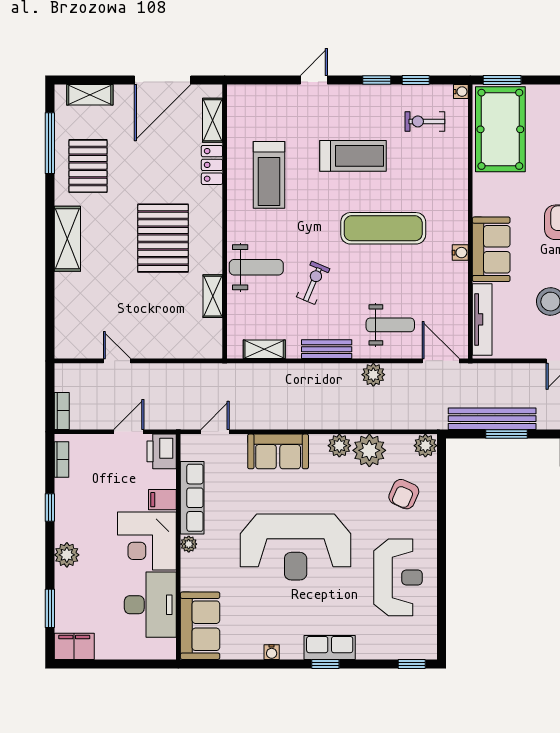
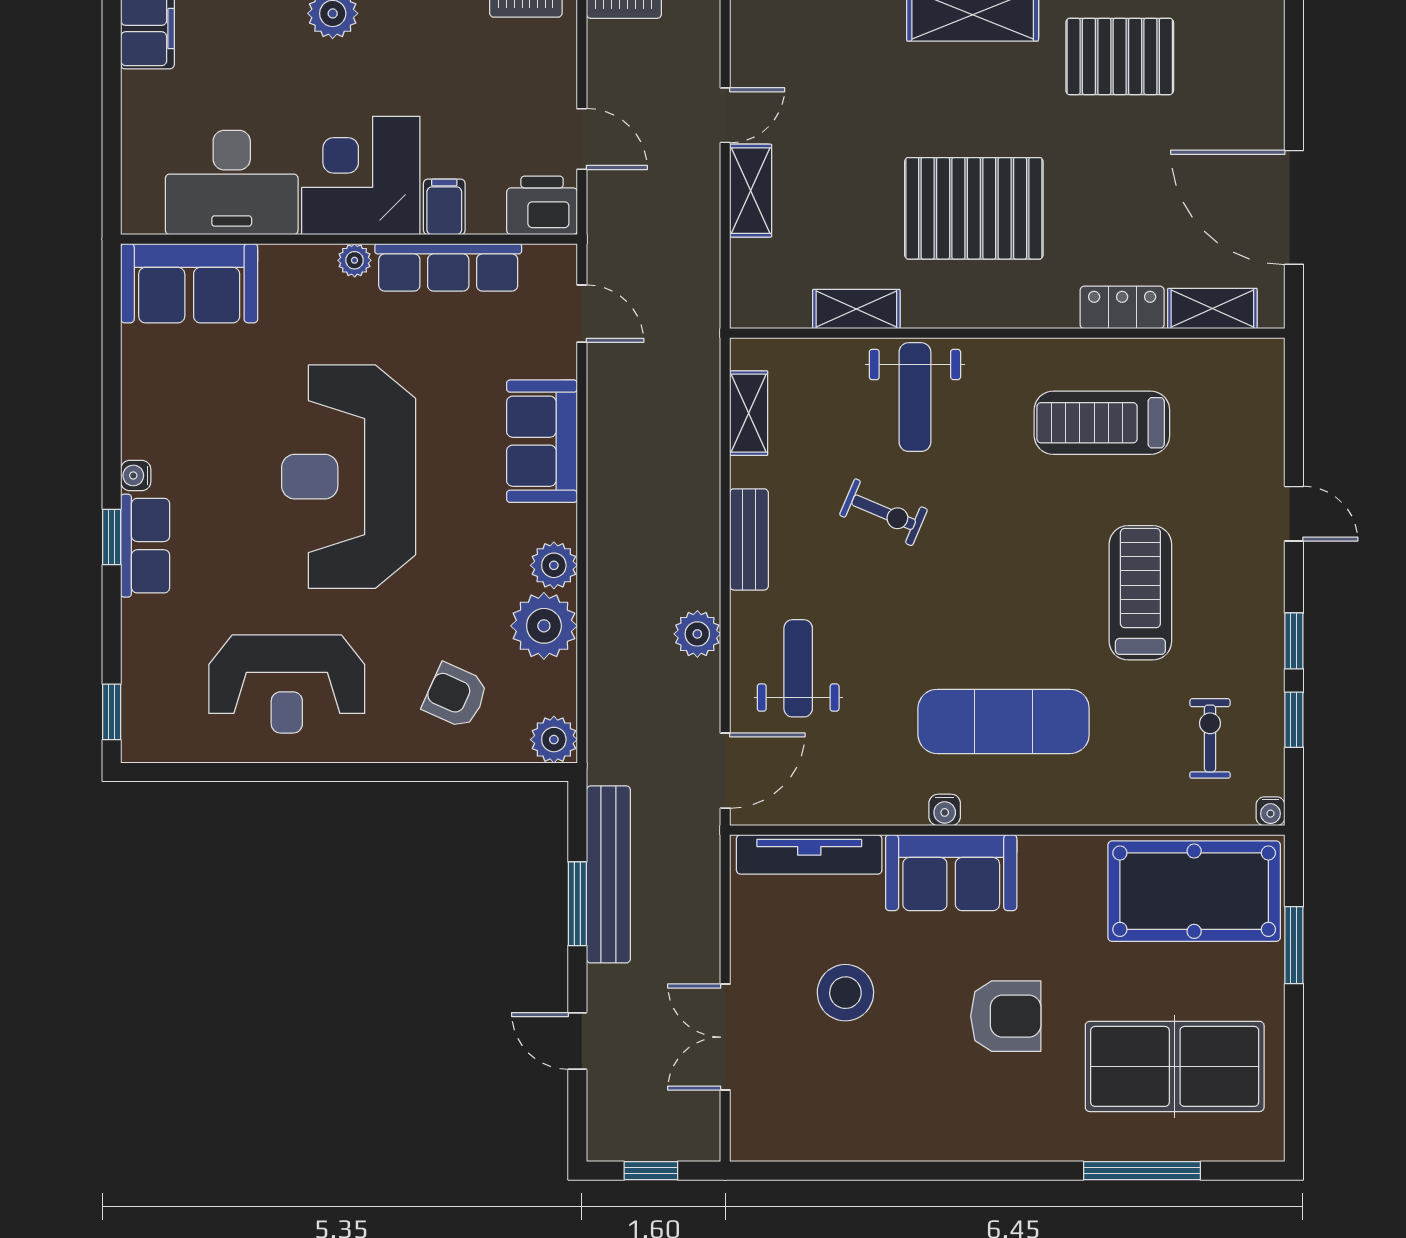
window: (502, 80) -> (1294, 945), moved
shelving: (90, 95) -> (751, 191), moved
treadmill: (353, 156) -> (1140, 593), turned 180
exercise mat: (383, 228) -> (1004, 721), moved, turned 90
weight bench: (390, 325) -> (798, 668), turned 180
water cooler: (272, 652) -> (136, 476), moved

